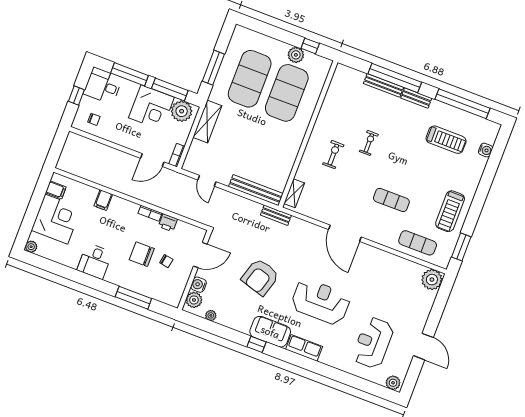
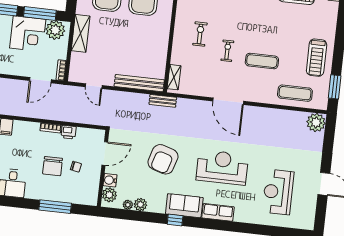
exercise bike: (369, 143) -> (227, 51), moved
chair: (142, 254) -> (53, 166), turned -90
plant: (393, 383) -> (140, 205), moved

